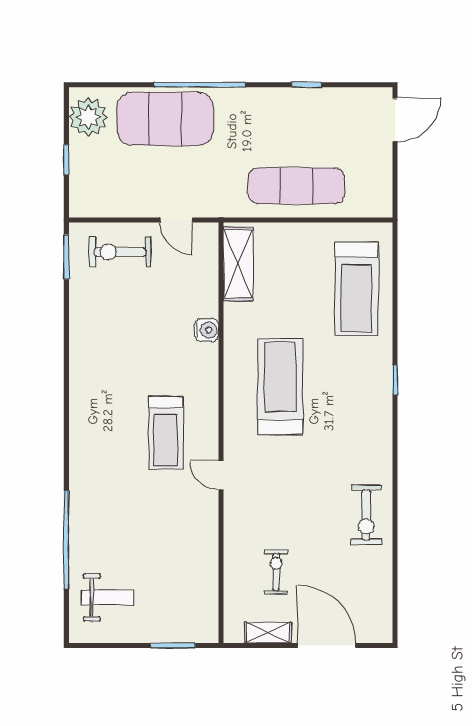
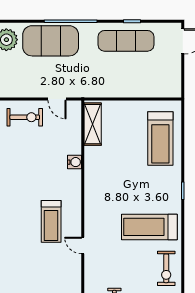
exercise mat: (296, 186) -> (126, 41), moved
exercise bike: (120, 252) -> (25, 117), turned 180
treadmill: (280, 386) -> (149, 227), moved, turned -90

